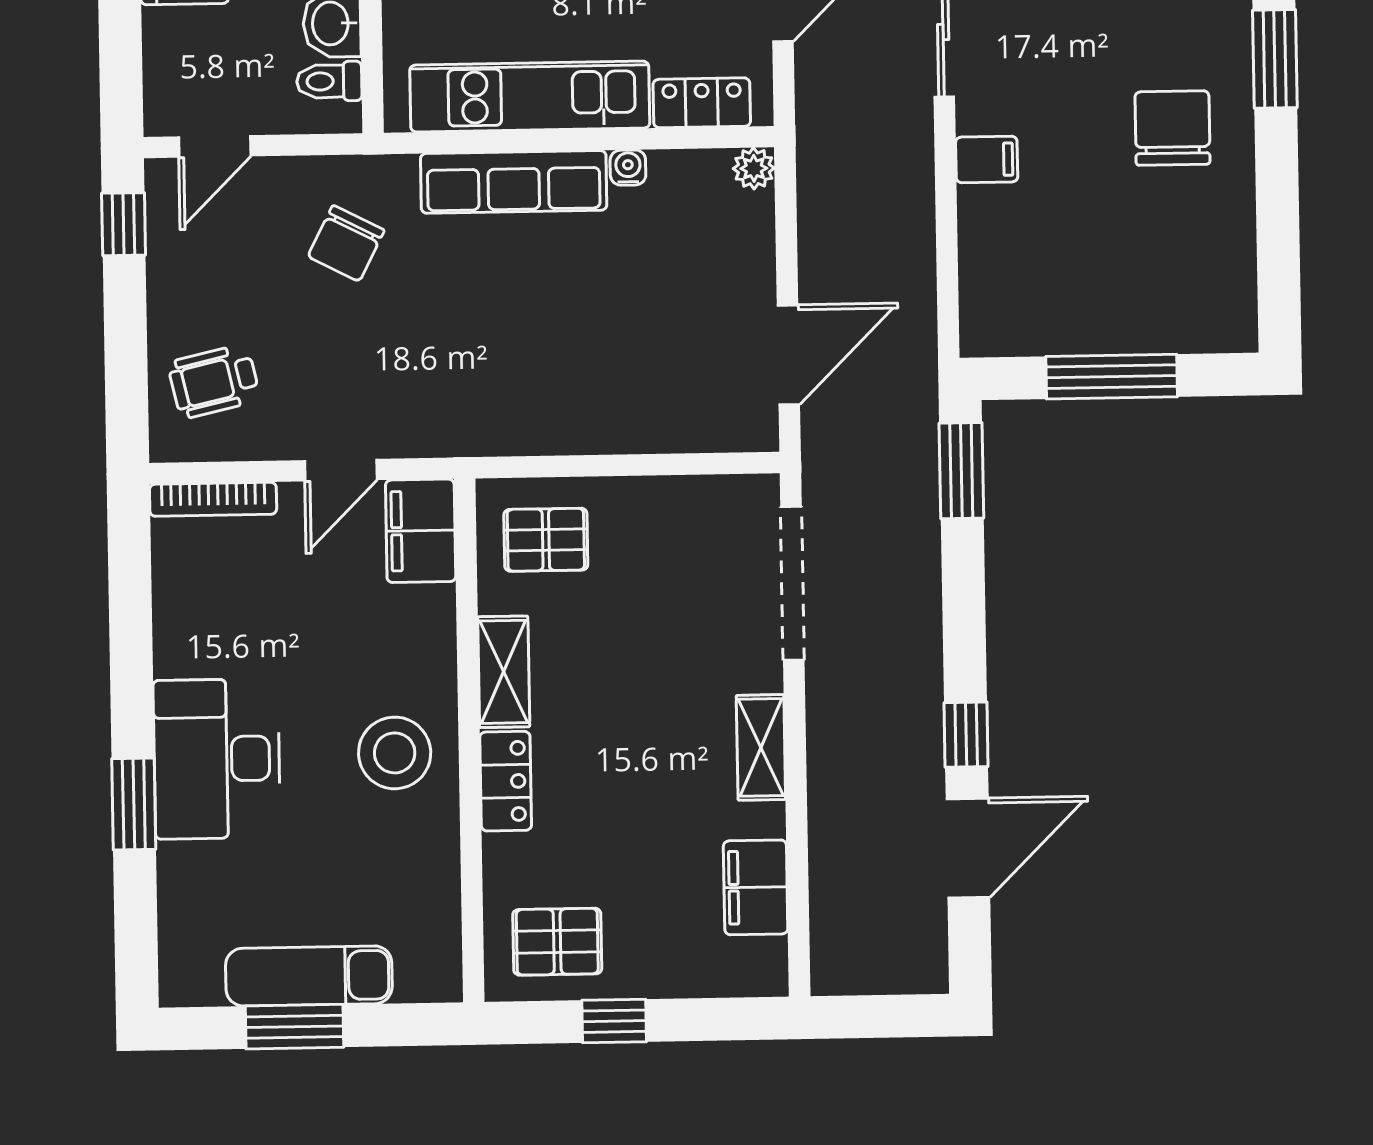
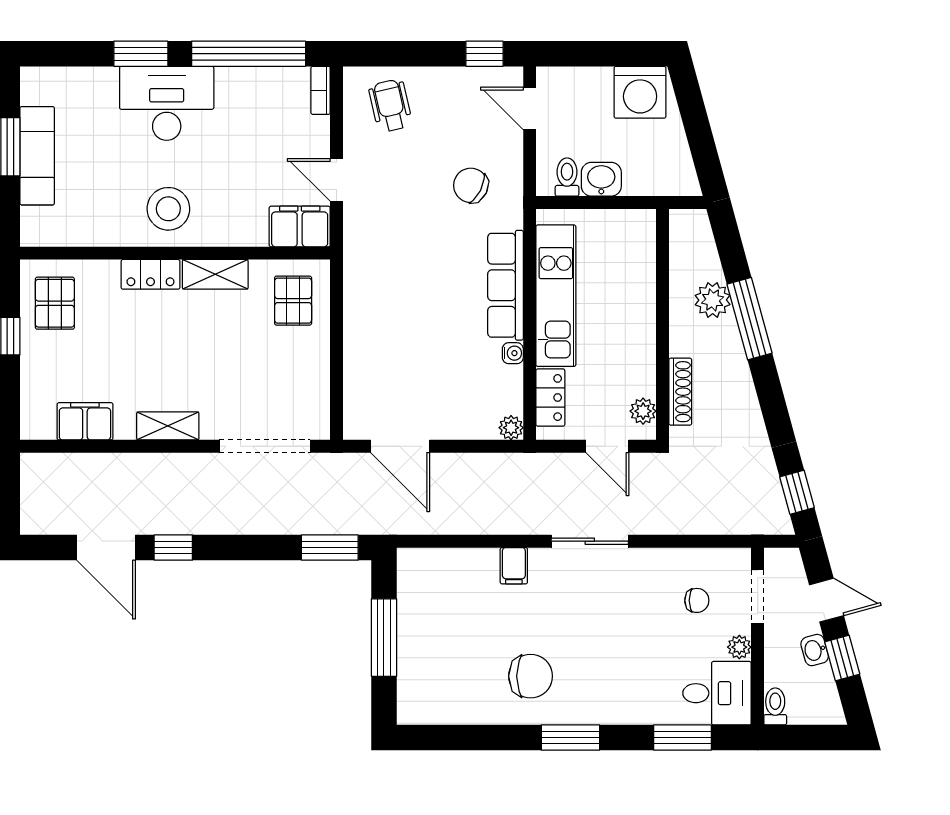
bookcase: (213, 499) -> (321, 90), width x0.64
window: (131, 622) -> (249, 54), added

